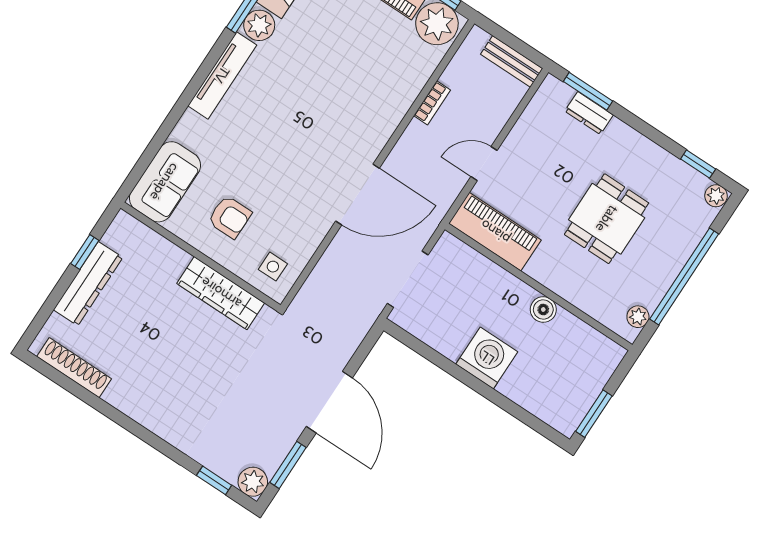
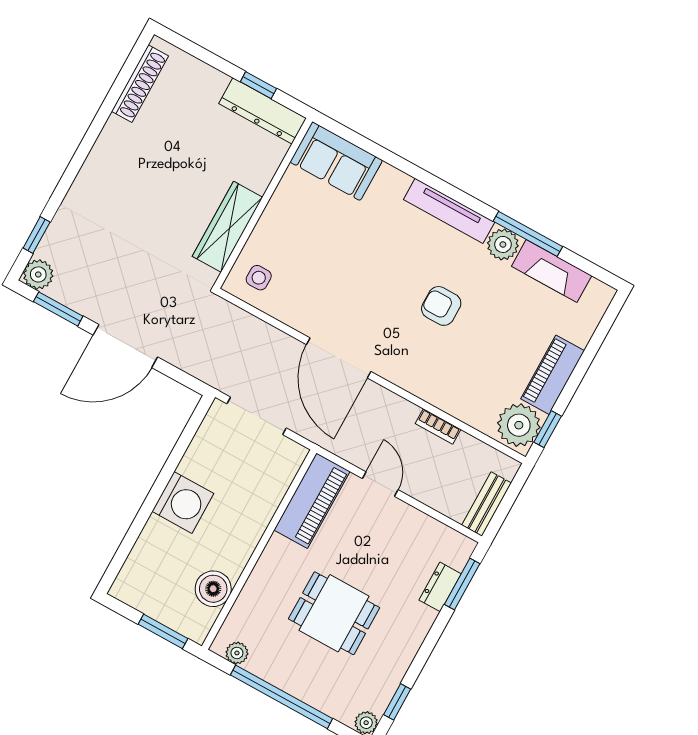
armchair: (230, 217) -> (441, 306), moved, turned 90
dresser: (88, 284) -> (262, 111), moved
boiler: (543, 310) -> (213, 589), moved, width x1.36, depth x1.36
window: (594, 414) -> (163, 631), moved

